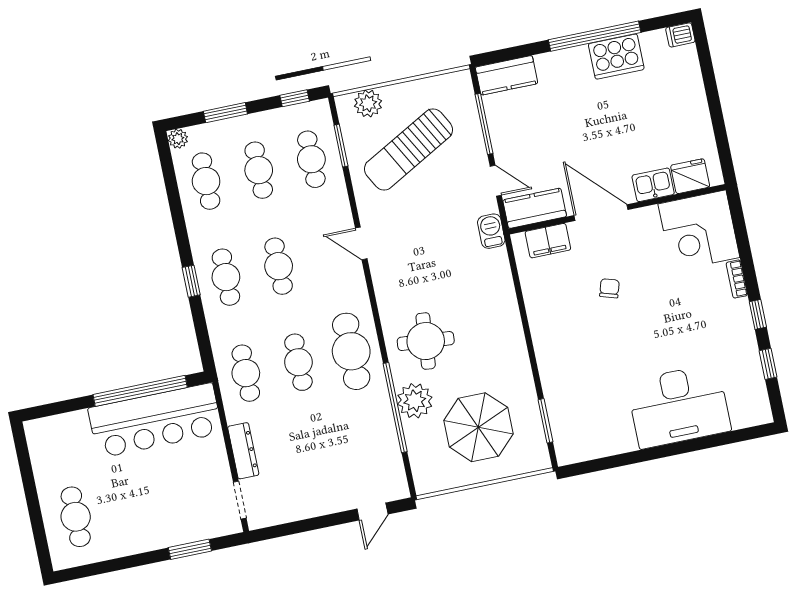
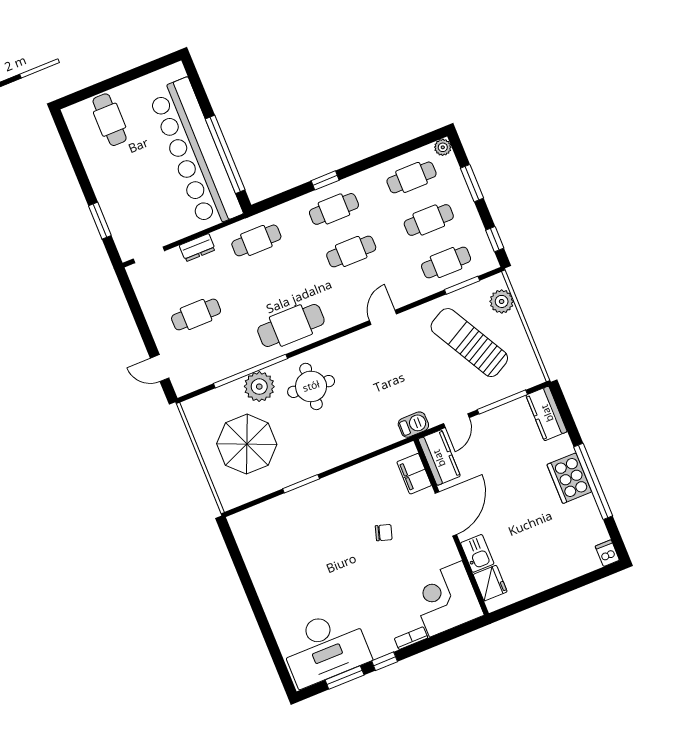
cooker: (616, 57) -> (569, 478), moved
cafe table: (298, 362) -> (196, 314), moved
window: (768, 364) -> (345, 677), width x1.50
desk: (679, 406) -> (325, 648), moved, turned -90
bar counter: (155, 420) -> (195, 153), width x1.36
window: (545, 421) -> (301, 484), moved
dresser: (243, 451) -> (197, 248), width x0.70
cafe table: (76, 517) -> (110, 120), turned 90

